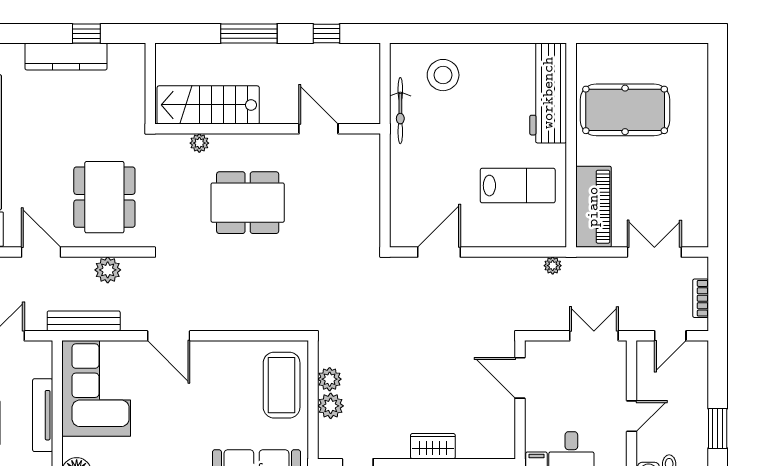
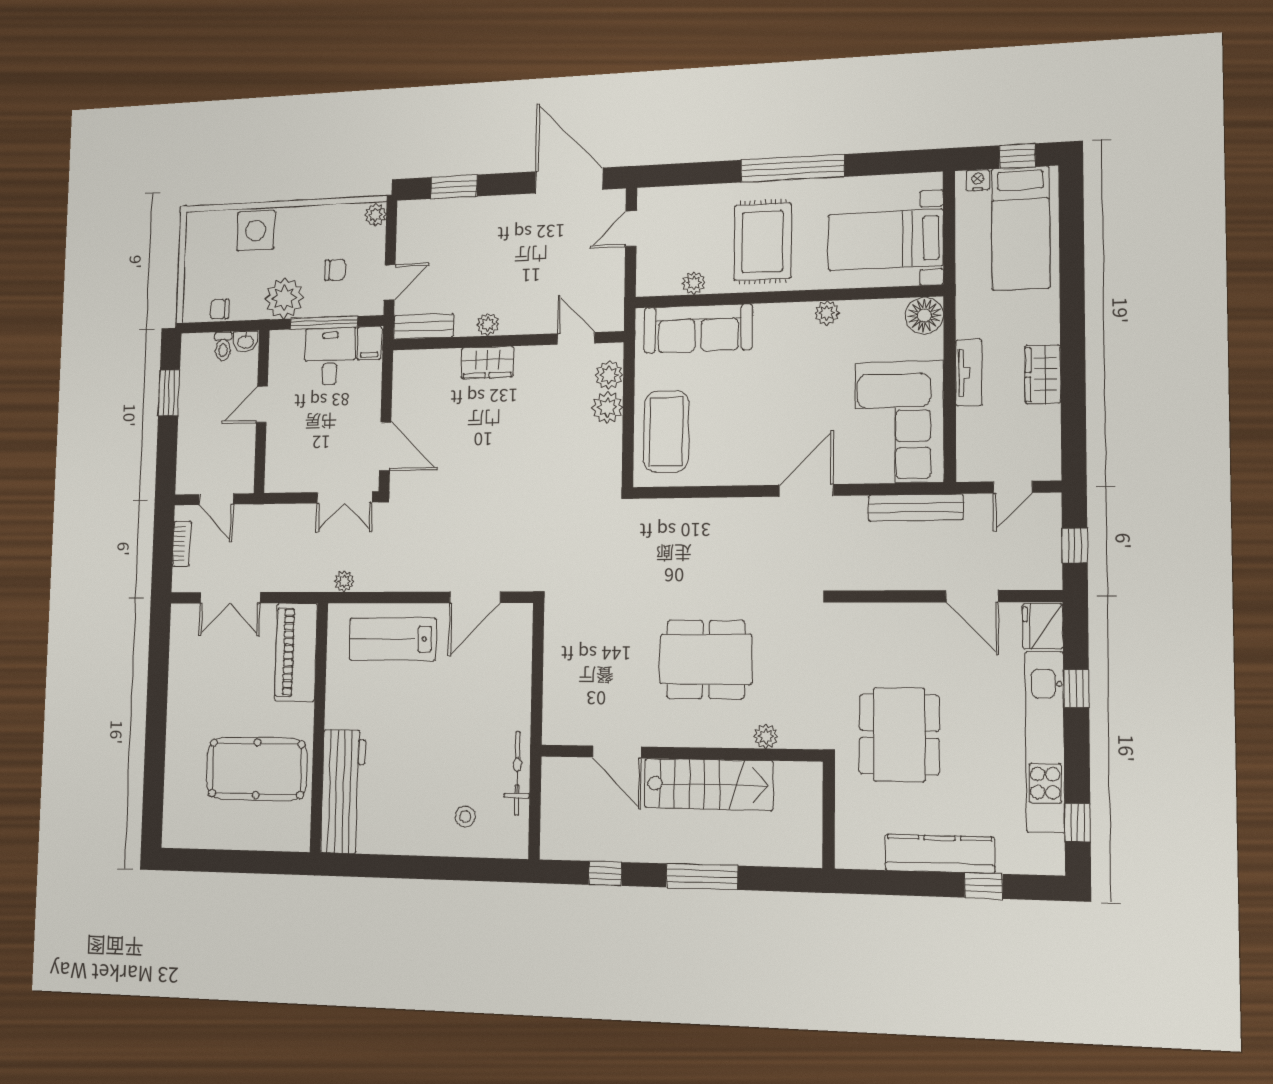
window: (86, 33) -> (984, 886), moved
stool: (443, 75) -> (465, 817), width x0.53, depth x0.53
stairs: (208, 105) -> (709, 784), moved
lab bench: (518, 186) -> (392, 639), moved
dining table: (104, 197) -> (899, 735), moved
plant: (108, 270) -> (884, 573), removed
door: (169, 336) -> (806, 490), hinge flipped
double door: (594, 336) -> (345, 497), moved
door: (670, 336) -> (216, 499), swing flipped
plant: (330, 379) -> (609, 375), moved
tv unit: (43, 415) -> (969, 373), width x0.71

